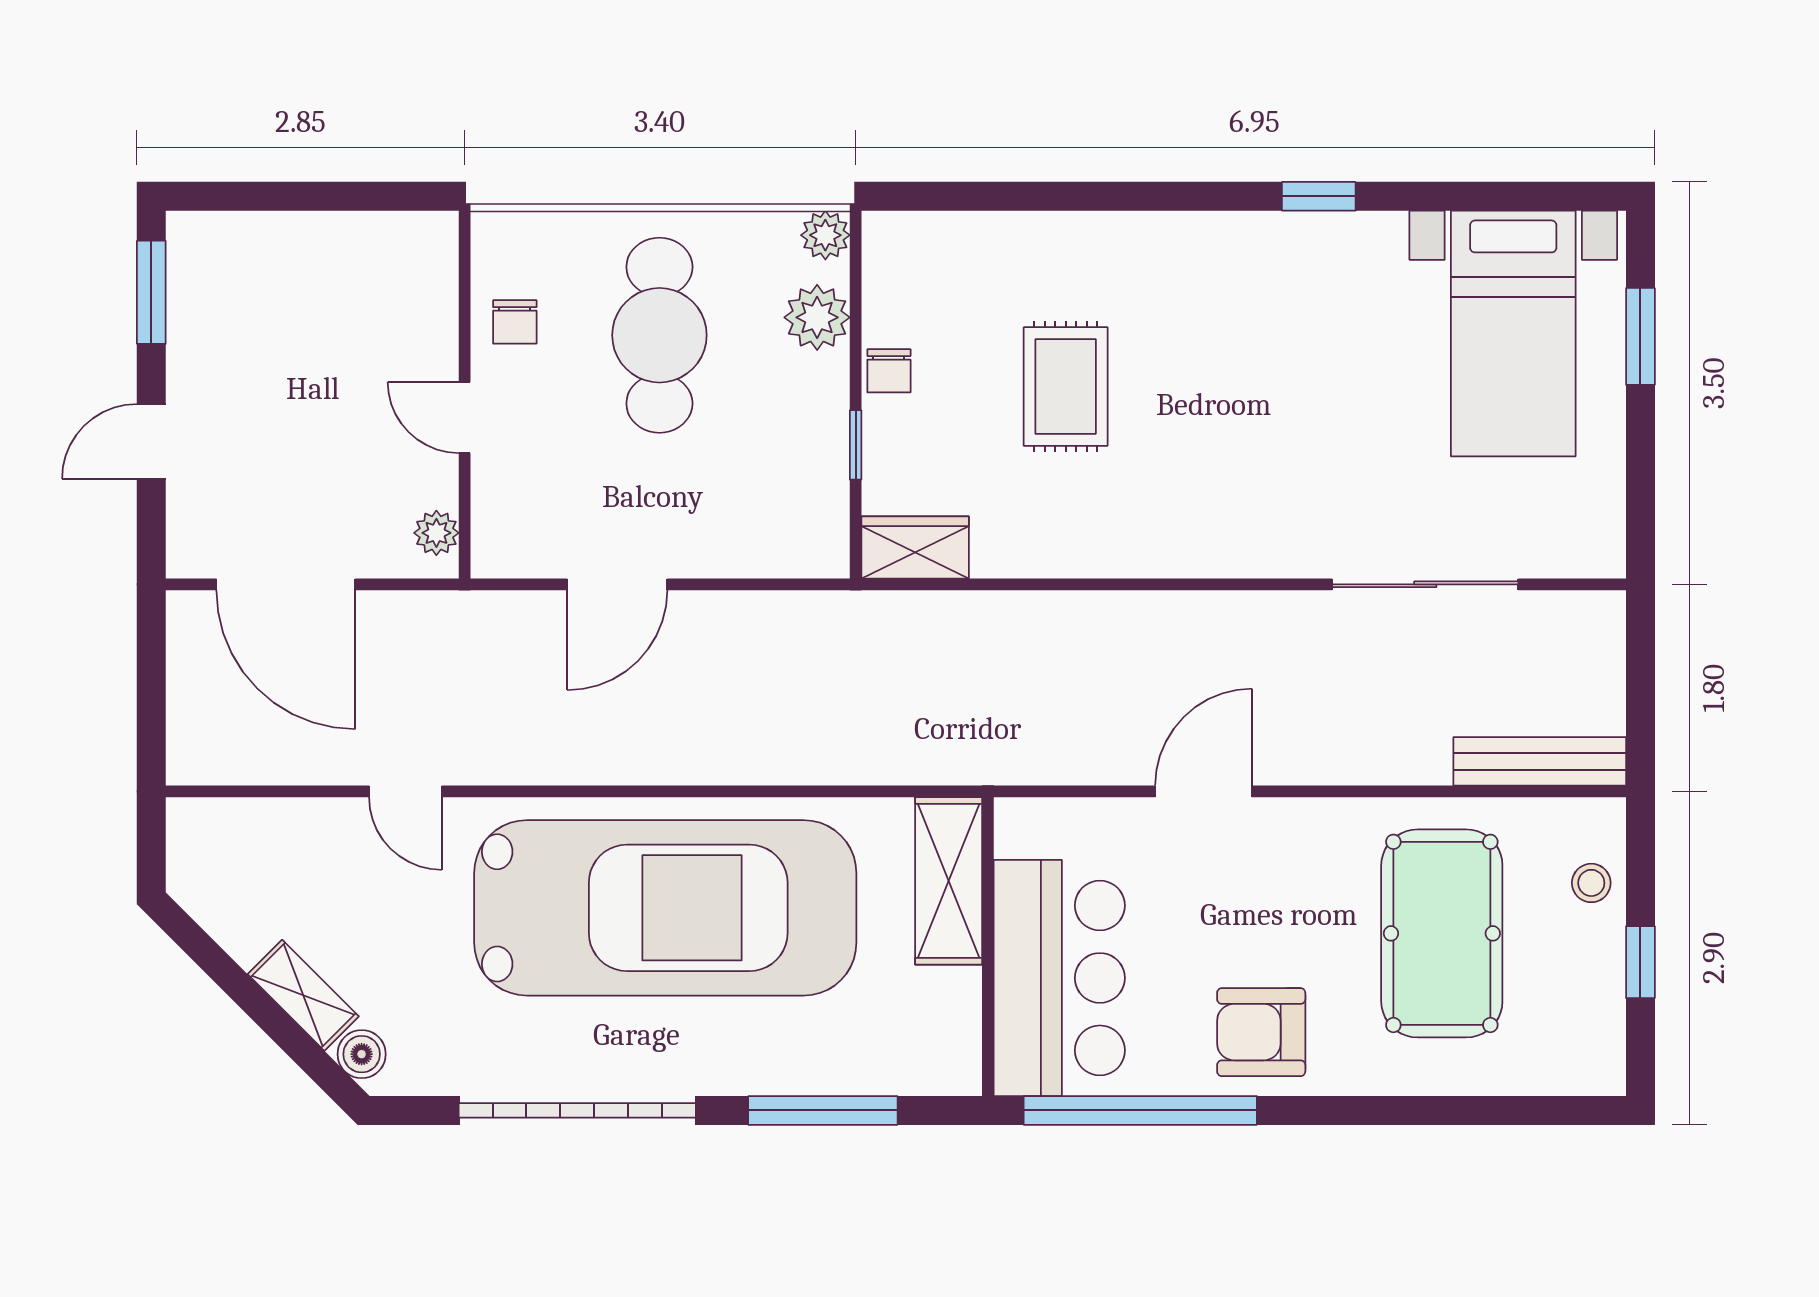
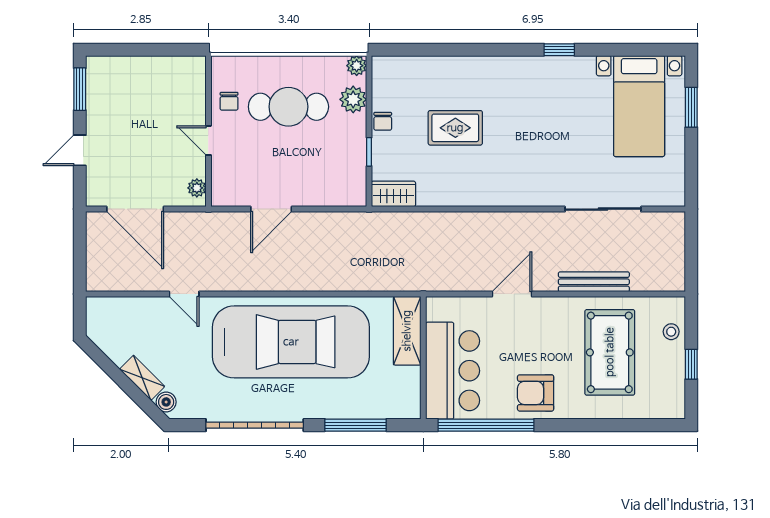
cafe table: (659, 335) -> (288, 107), turned 90
rug: (1066, 387) -> (455, 128), turned 90
bench: (1540, 761) -> (594, 282), moved

